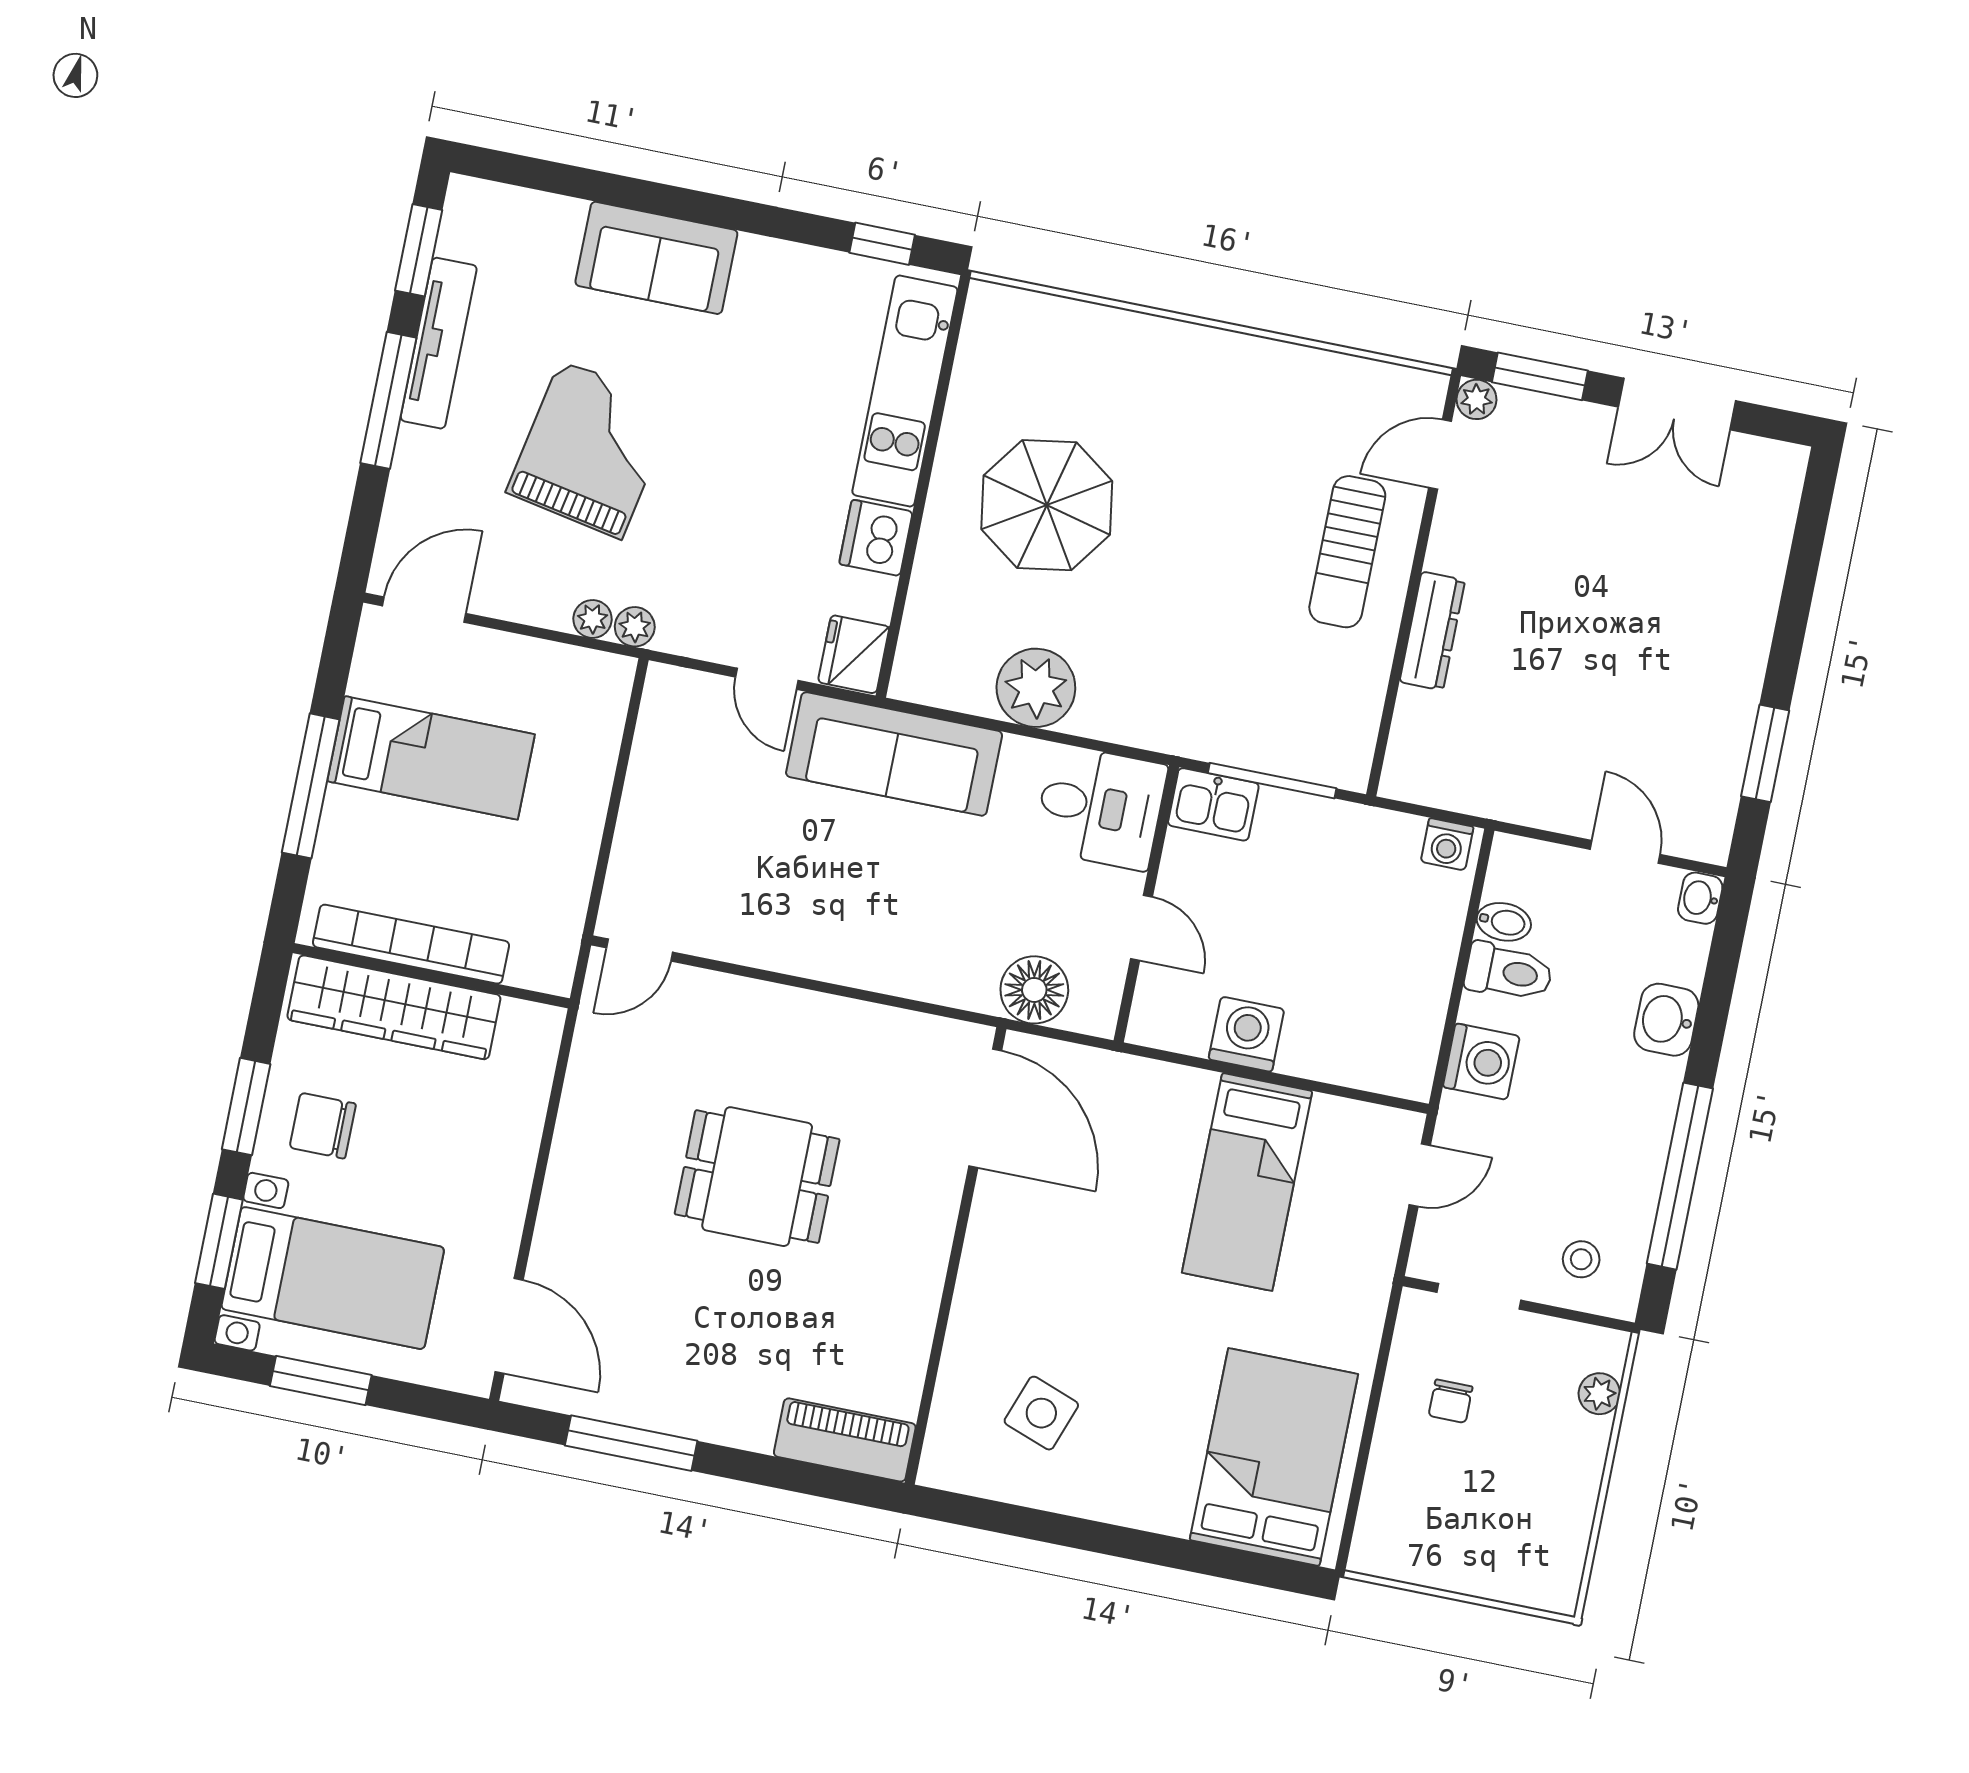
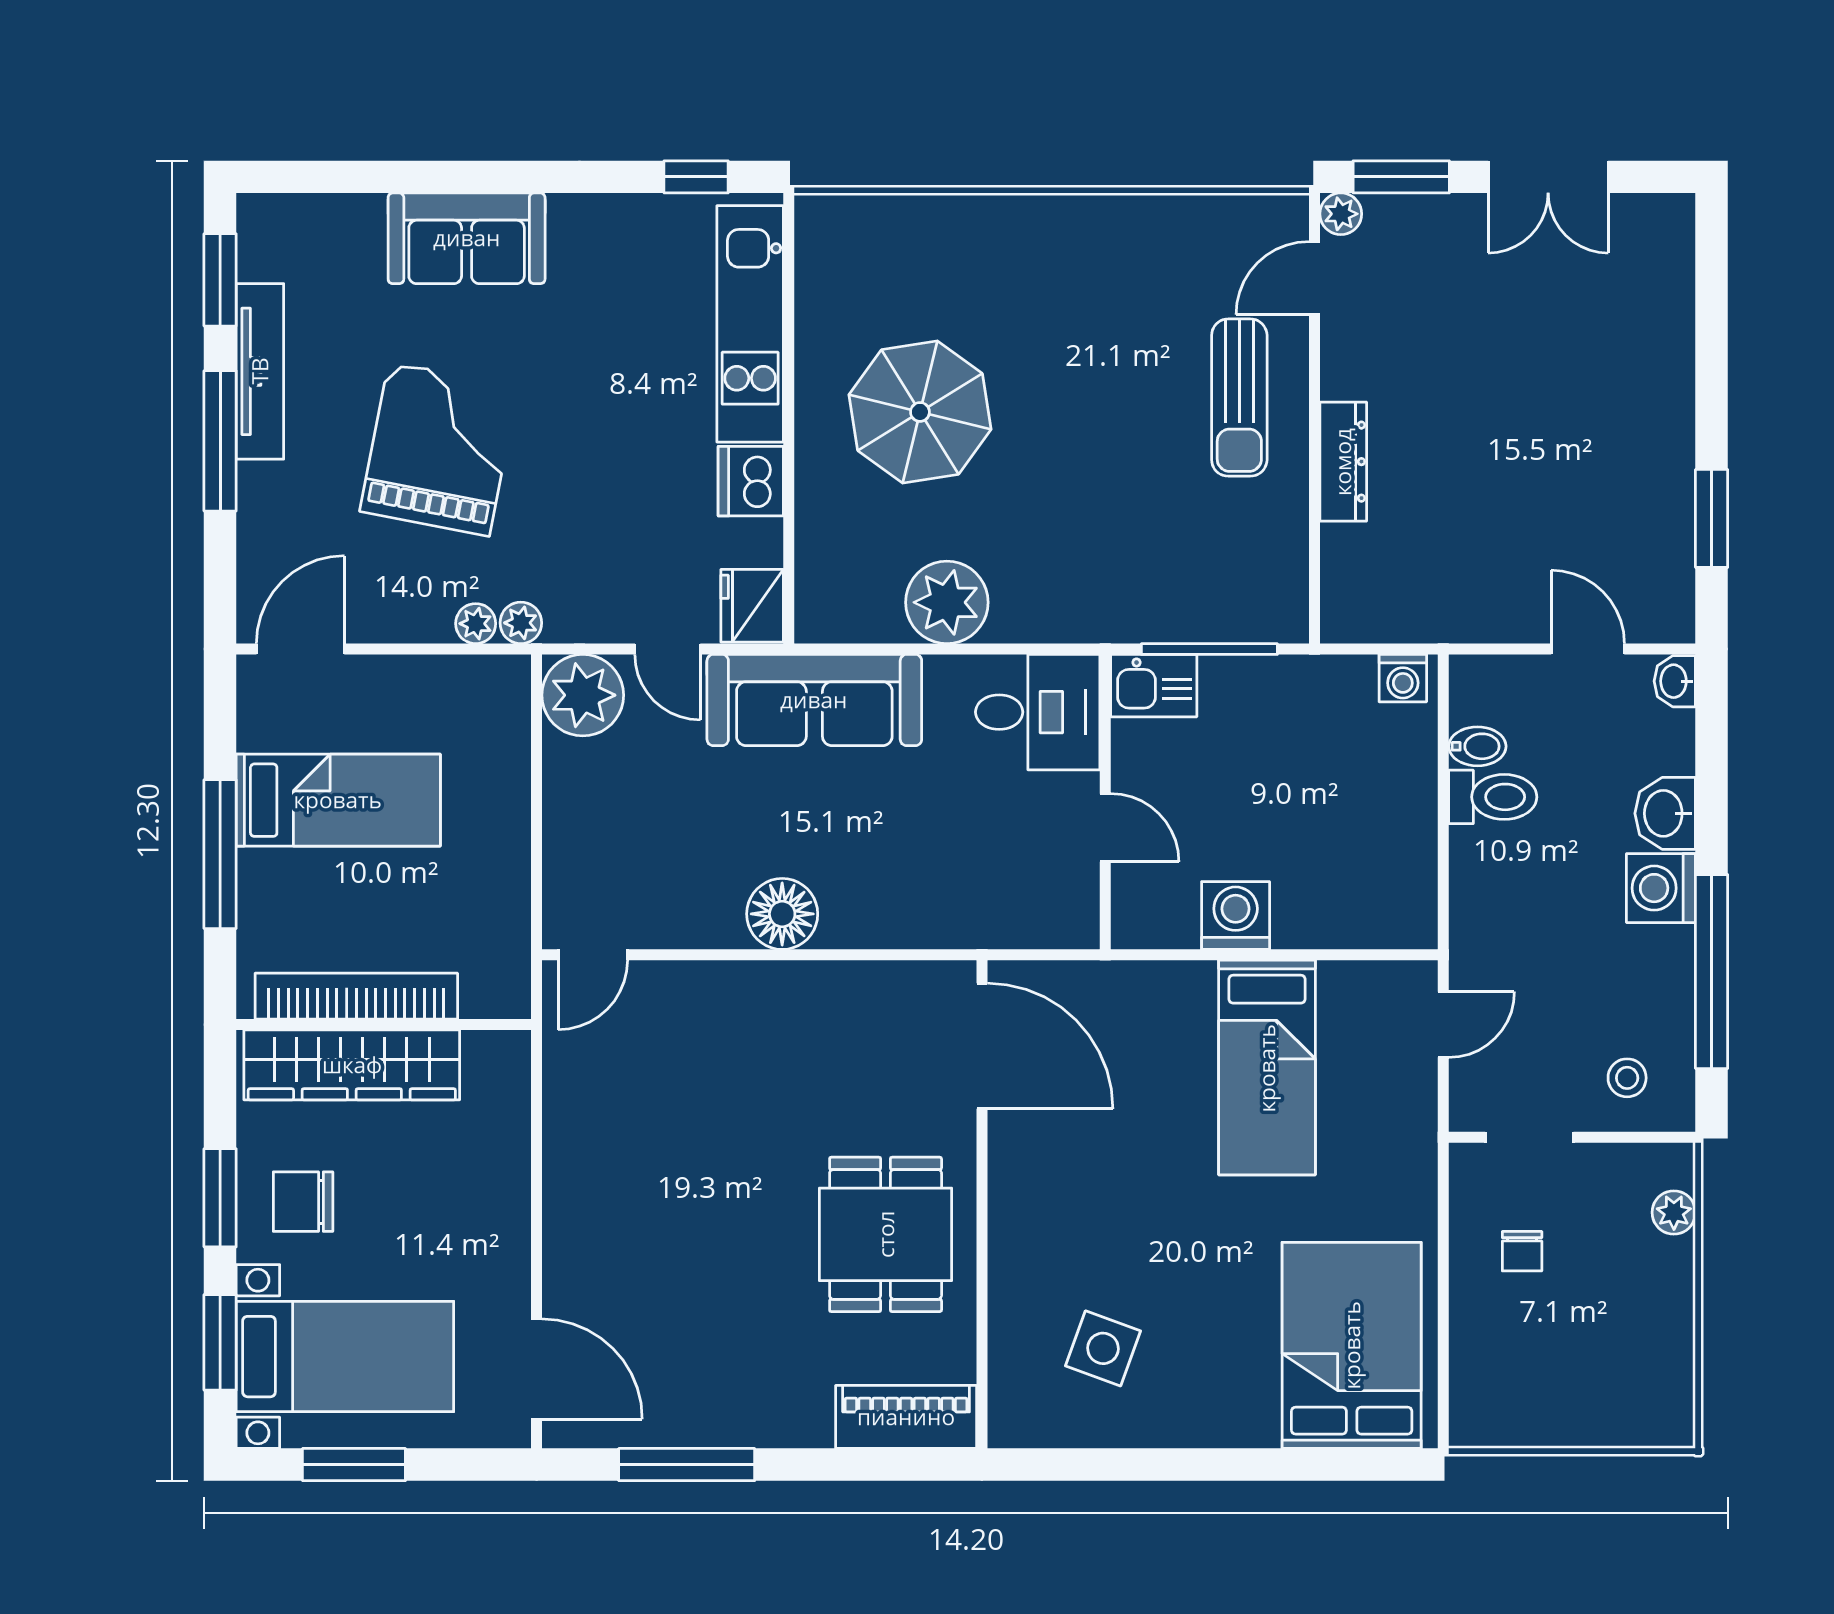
plant: (679, 706) -> (583, 695), added
floor lamp: (1034, 990) -> (782, 914), moved
washing machine: (1481, 1062) -> (1661, 888), moved, turned 180
dining table: (757, 1177) -> (886, 1234), moved, turned 90

